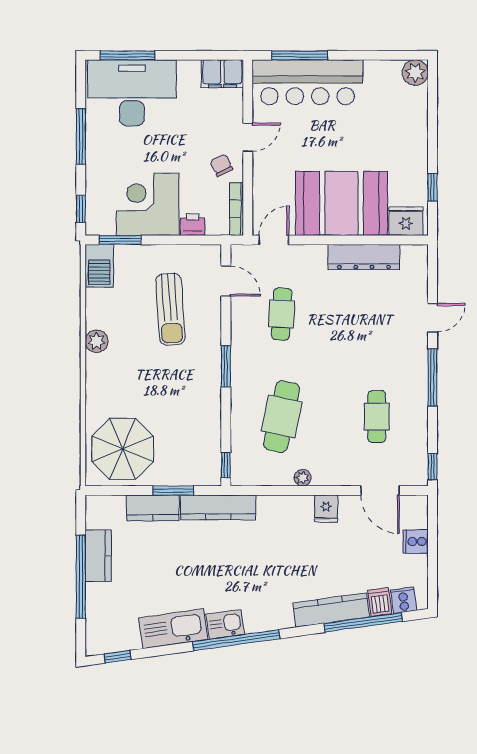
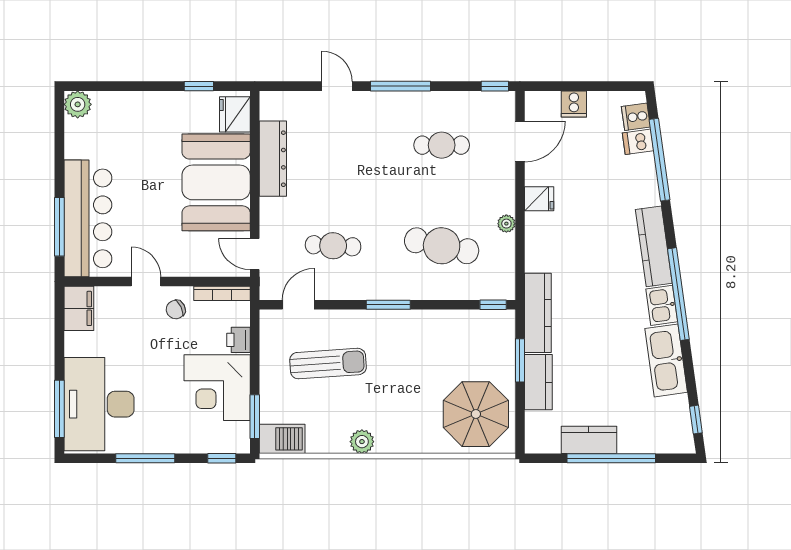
kitchen counter: (331, 610) -> (654, 246), moved

